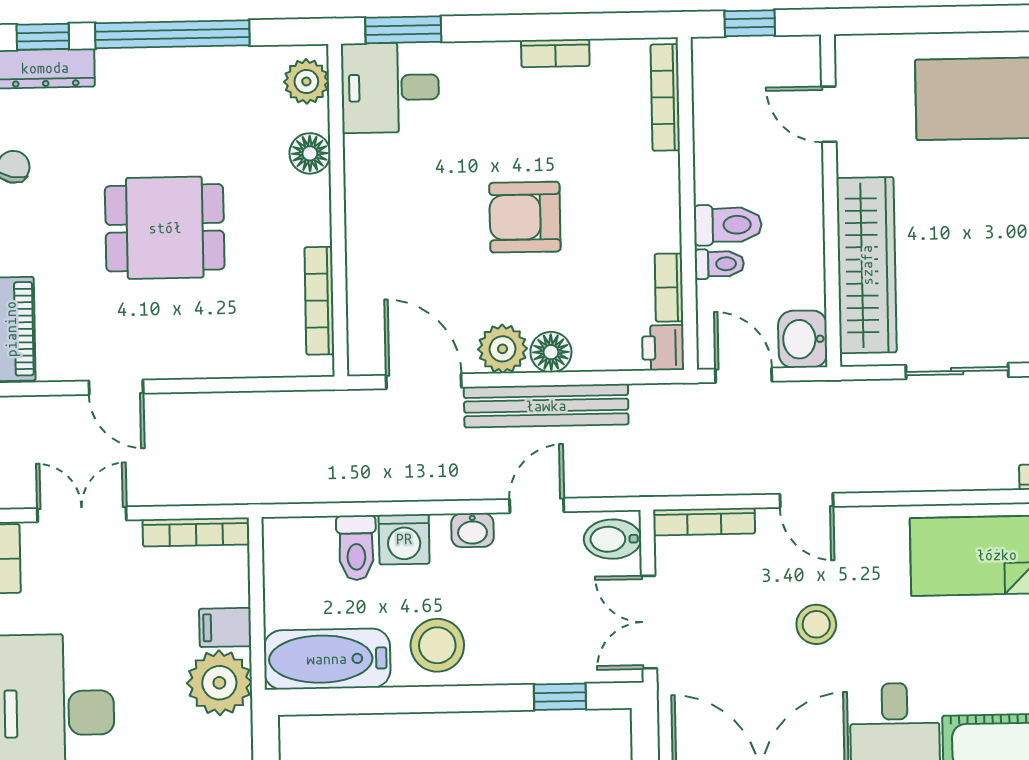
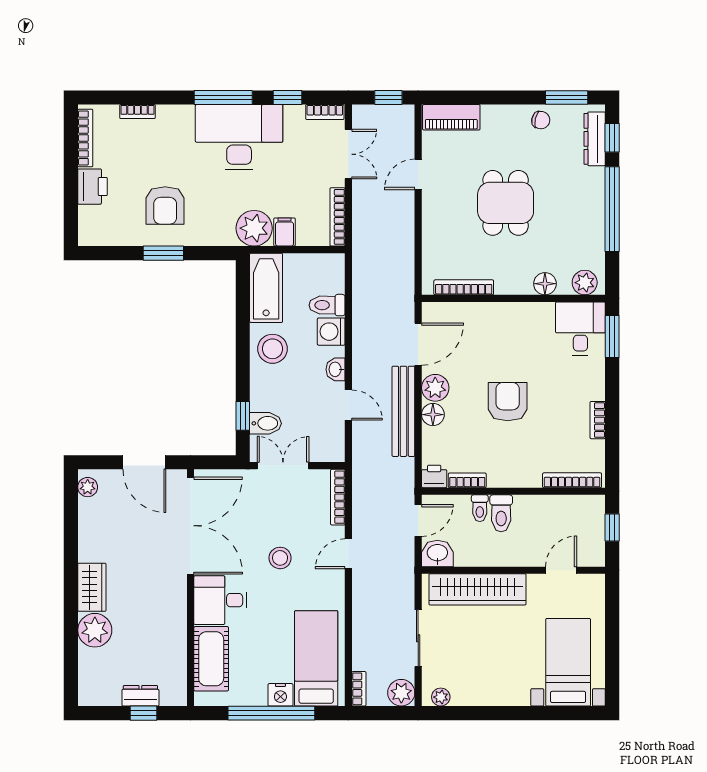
bidet: (612, 539) -> (266, 423), moved, turned 90

